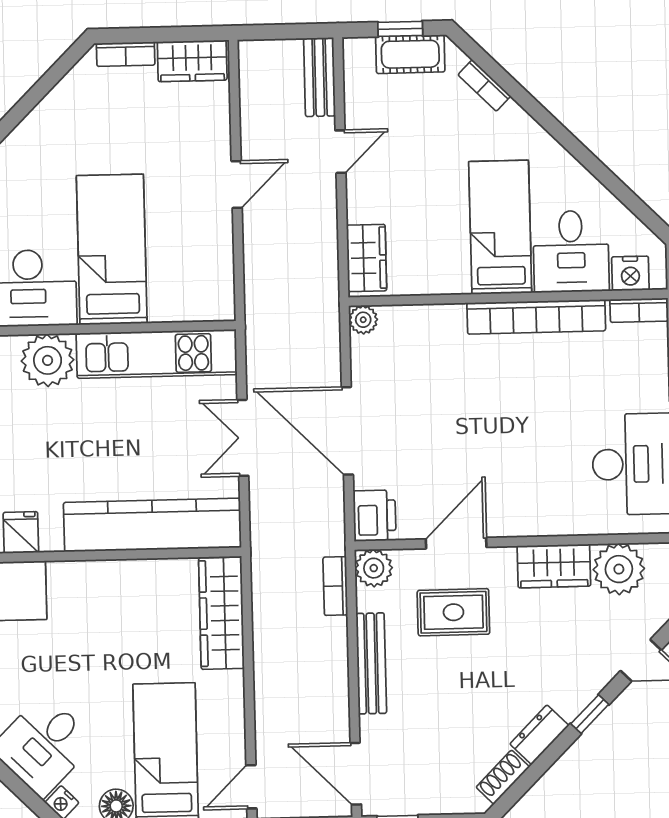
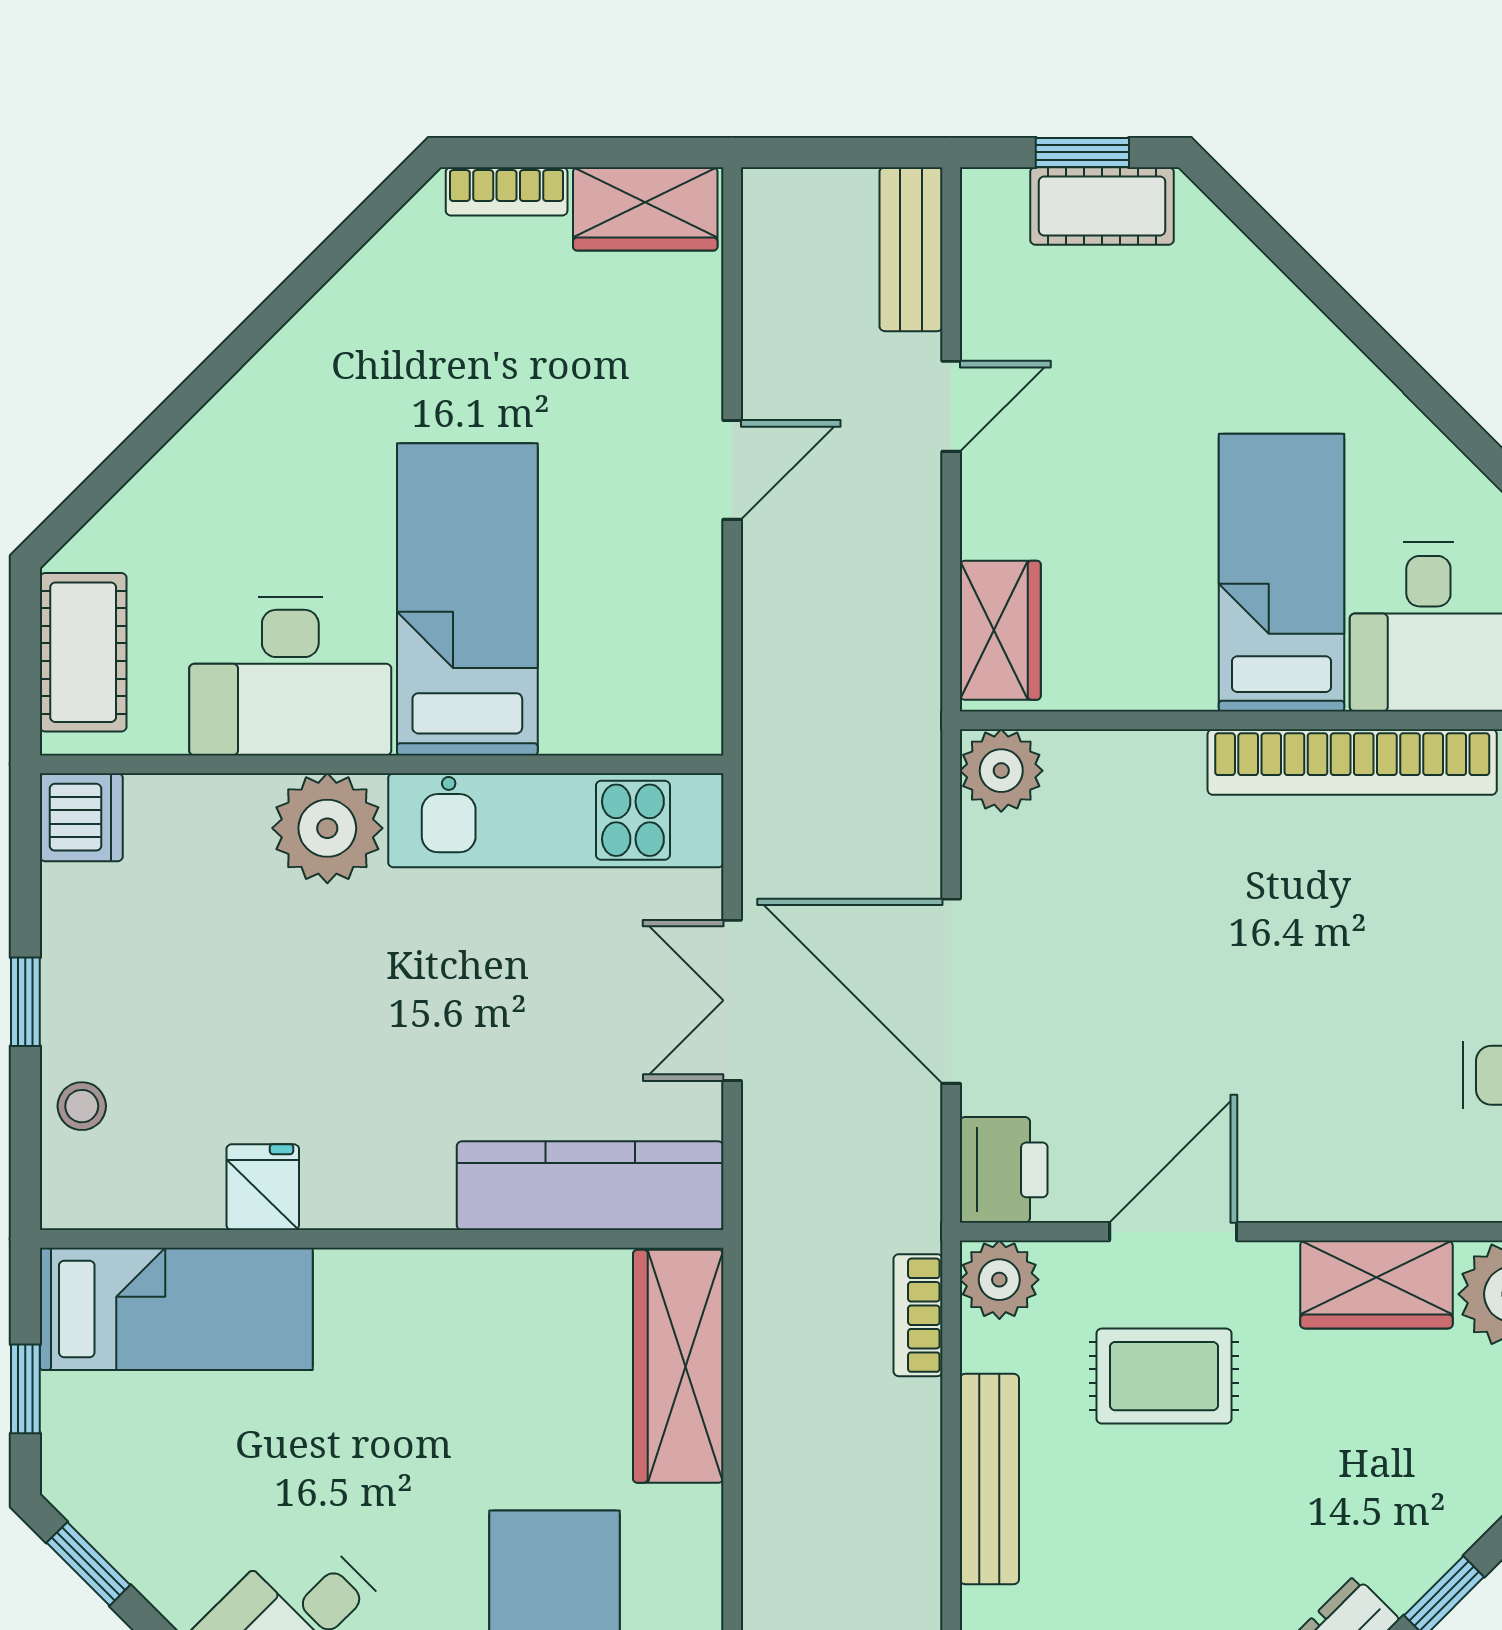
bookcase: (484, 85) -> (1255, 275), removed
plant: (363, 320) -> (1001, 771), width x1.38, depth x1.38
kitchen counter: (152, 525) -> (590, 1186), width x0.72, depth x0.86

